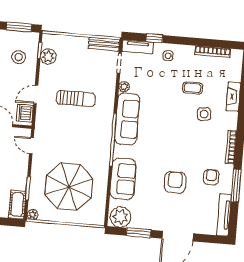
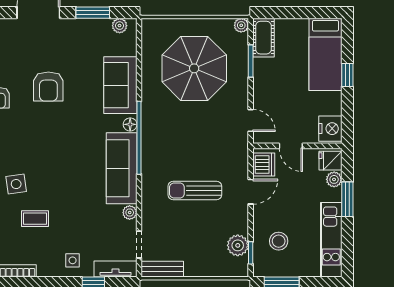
floor lamp: (118, 150) -> (130, 124), added
plant: (120, 217) -> (120, 26), width x0.53, depth x0.53

